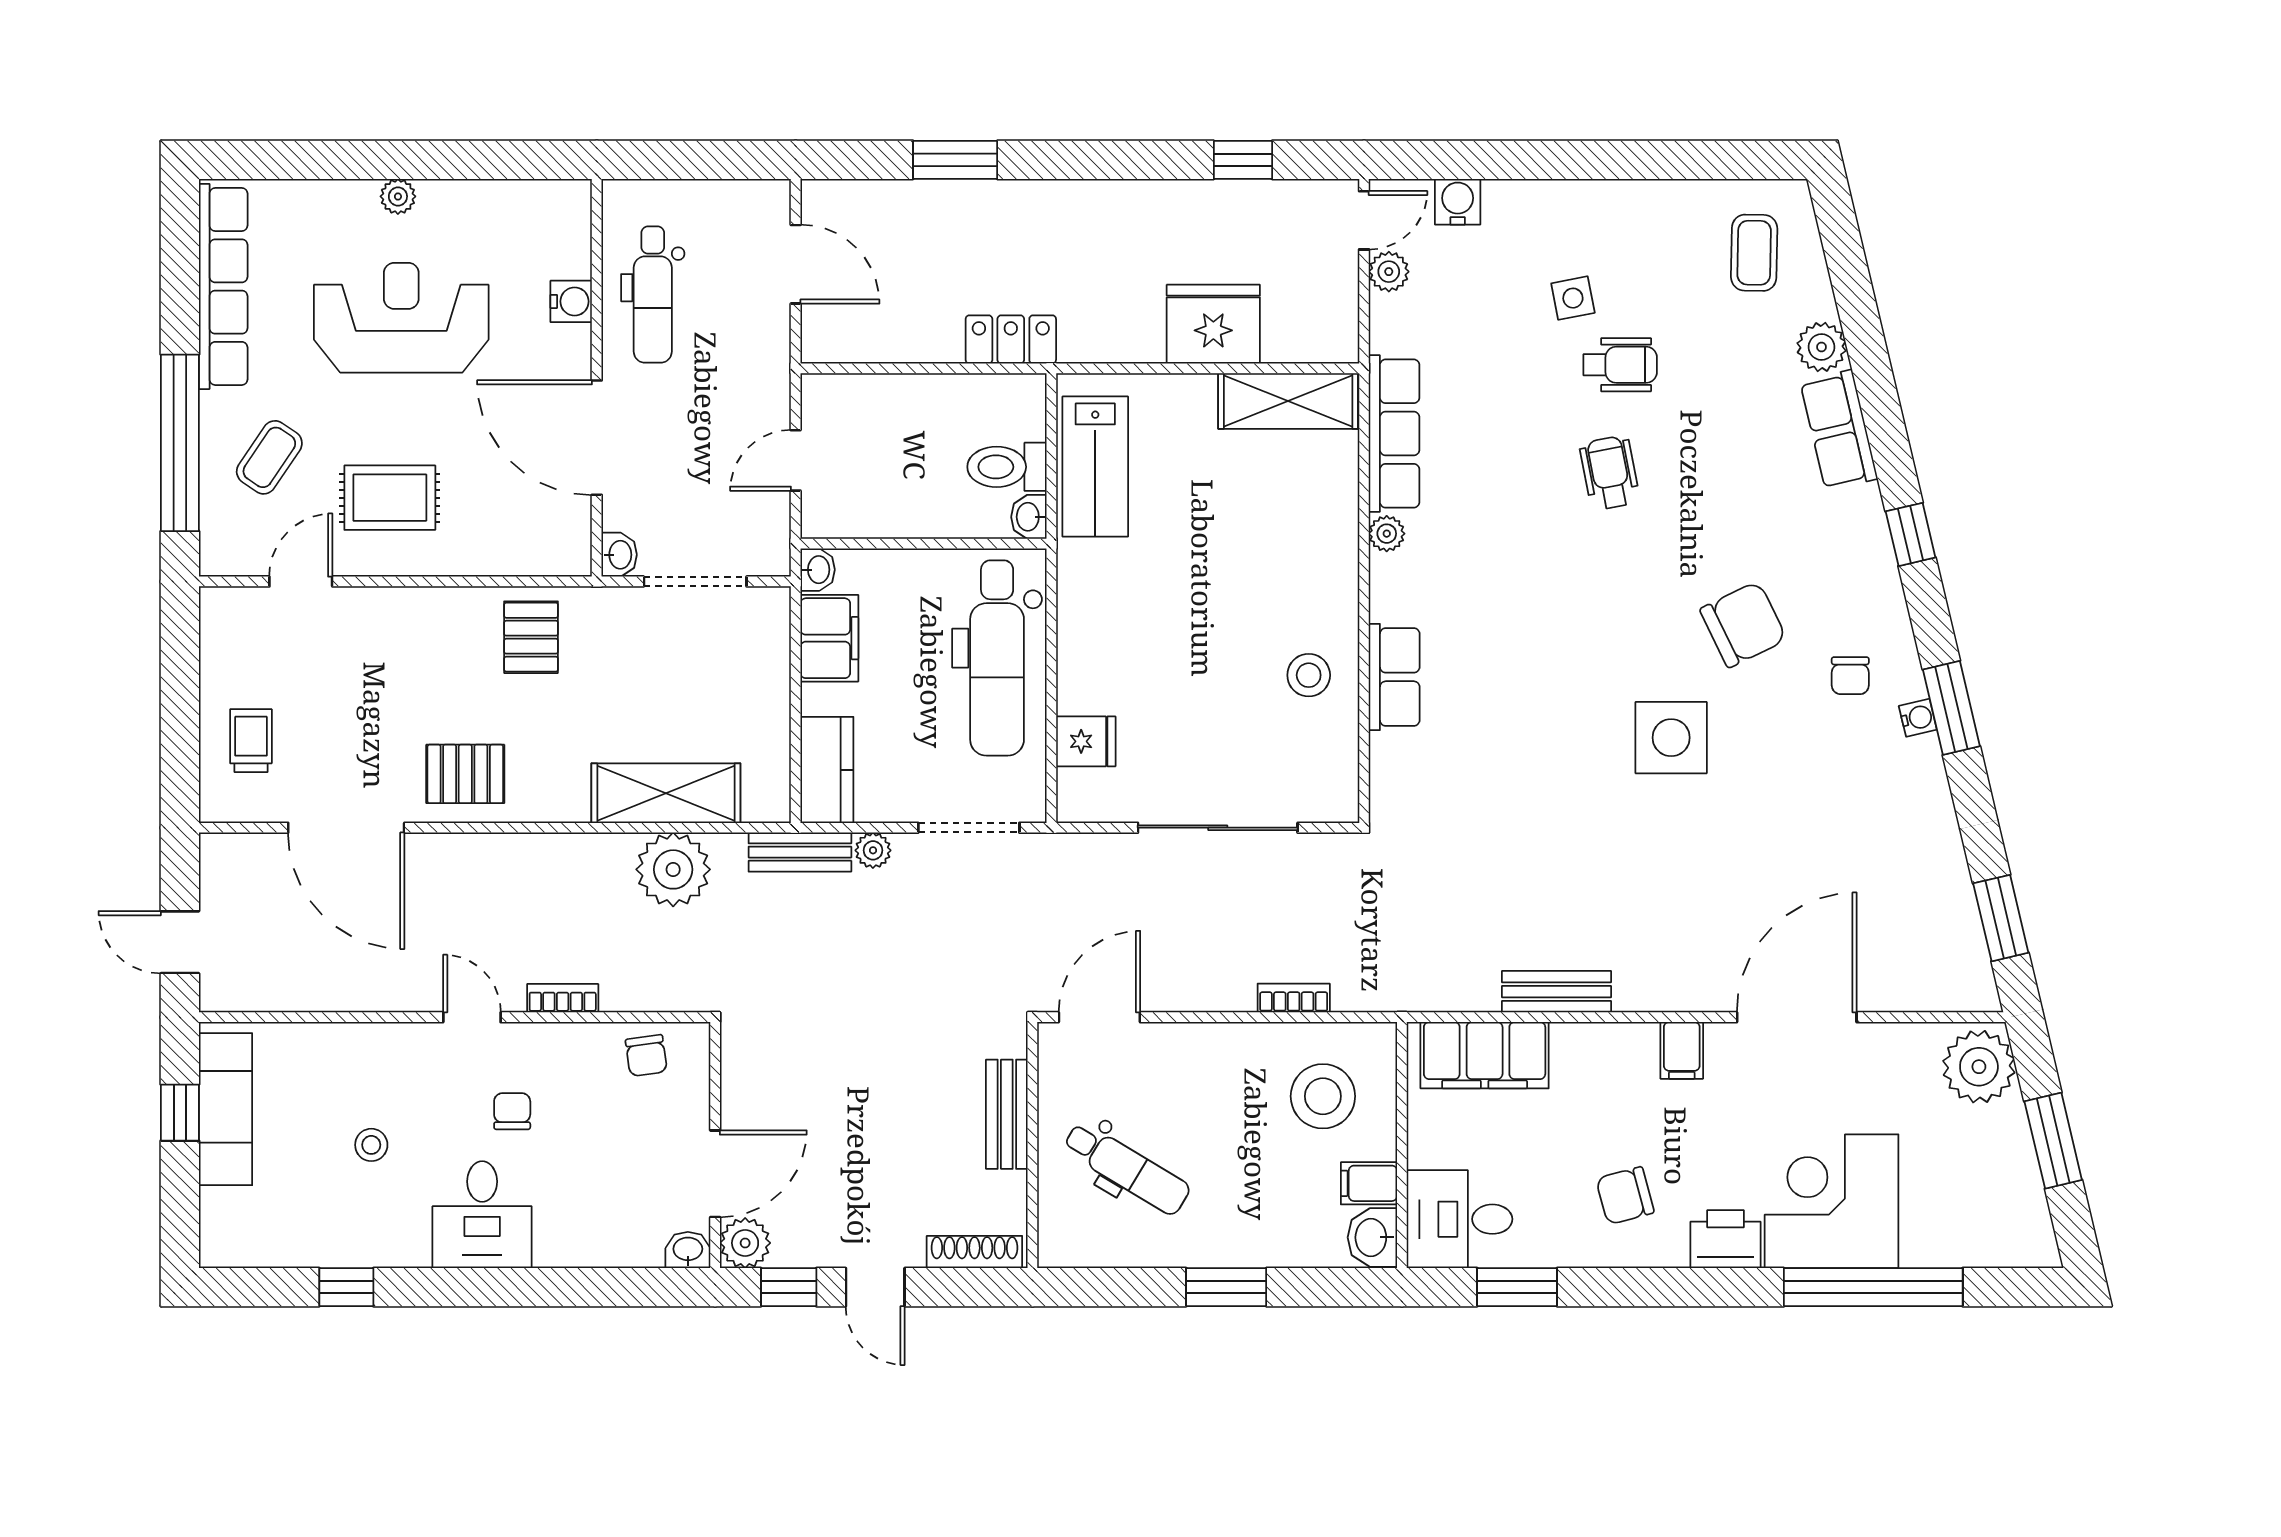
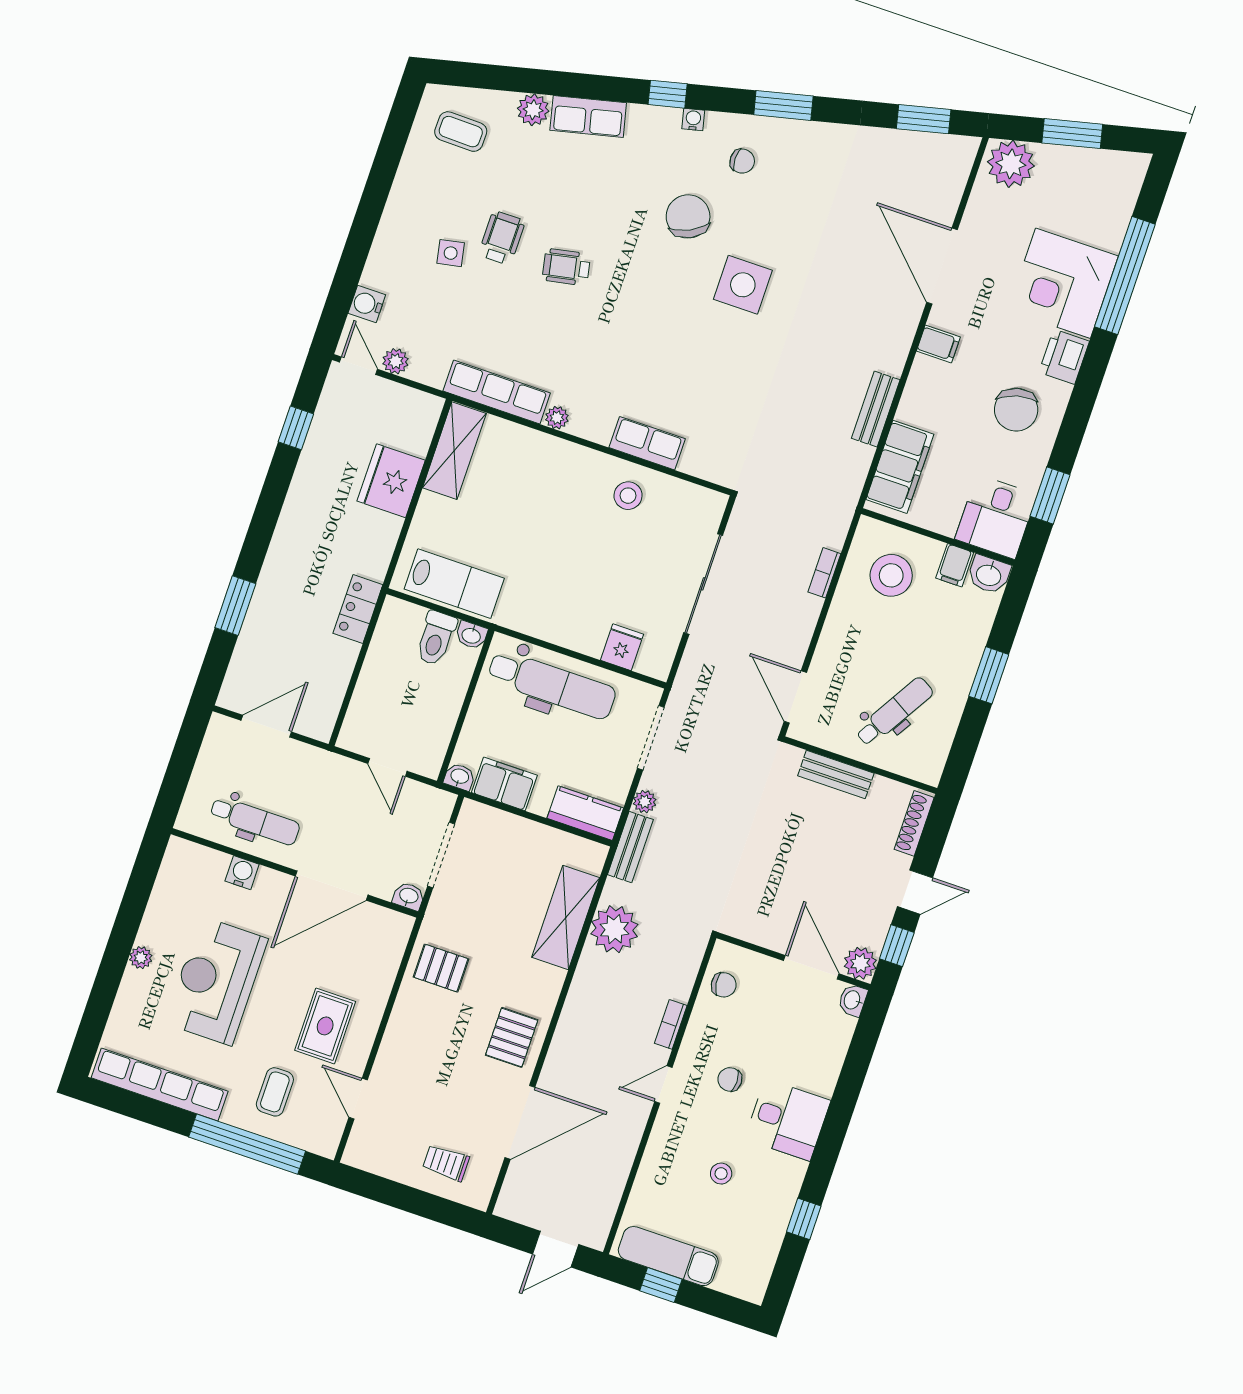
coffee table: (269, 457) -> (275, 1092), turned 56
water cooler: (1918, 718) -> (693, 120), moved
chair: (1625, 1196) -> (1016, 410), width x1.37, depth x1.37

